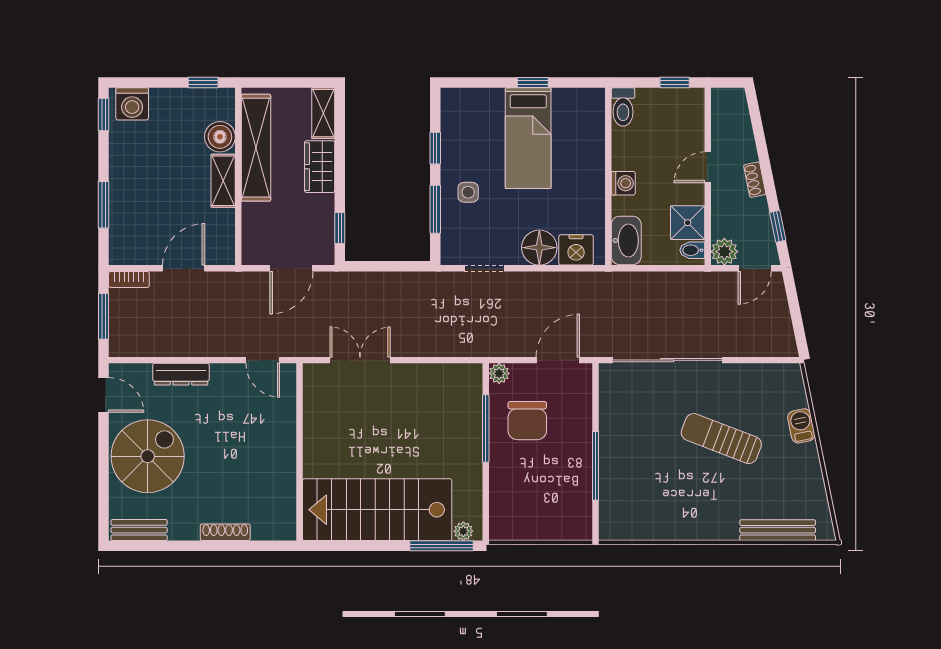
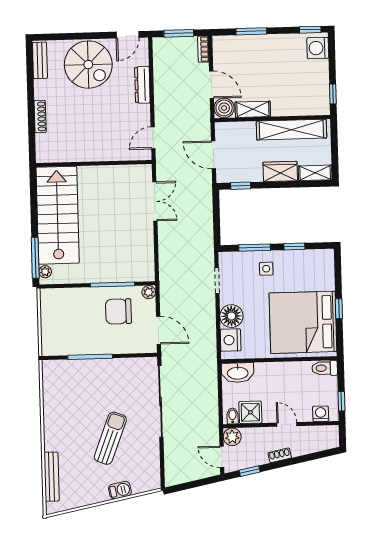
boiler: (220, 137) -> (224, 108), moved
bed: (528, 138) -> (303, 322), width x2.04
shelving: (223, 181) -> (253, 109), moved
washing machine: (623, 183) -> (321, 414), moved, turned 180

